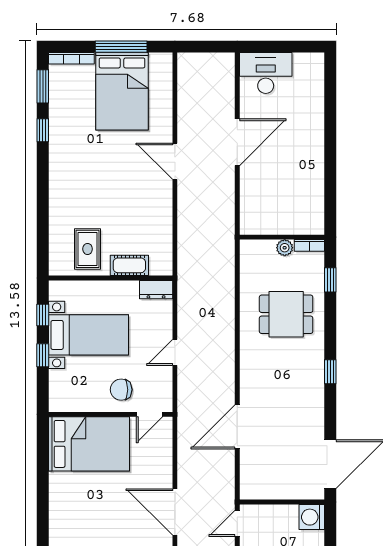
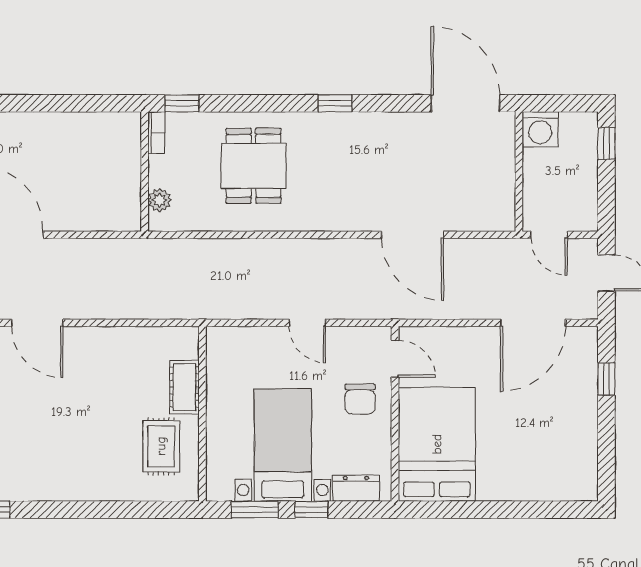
door: (175, 161) -> (37, 323), hinge flipped
plant: (285, 248) -> (160, 200), moved
rug: (88, 249) -> (161, 446), turned 90
window: (330, 280) -> (182, 103), moved
dresser: (156, 290) -> (356, 488), moved, turned -90
window: (43, 315) -> (255, 510), width x1.50

